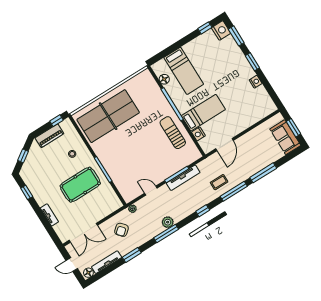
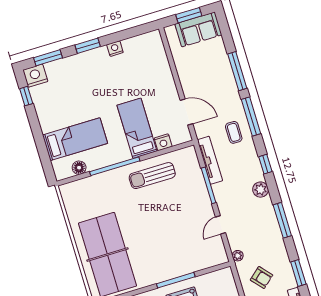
tv unit: (183, 178) -> (210, 160), moved
plant: (168, 222) -> (261, 190), moved

